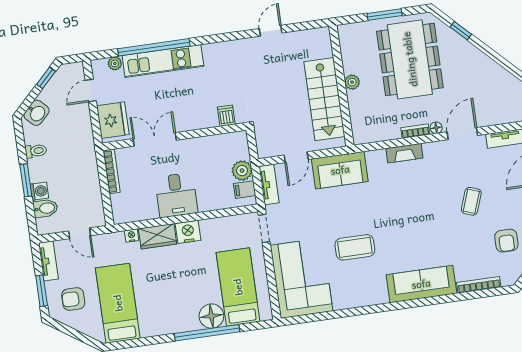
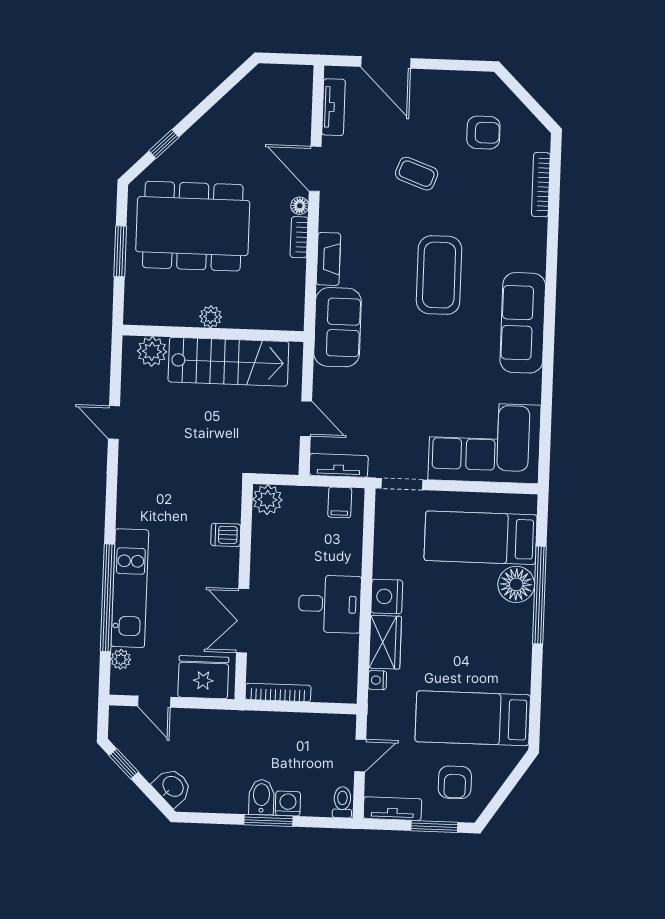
plant: (322, 47) -> (152, 351), added
dishwasher: (226, 116) -> (226, 535), moved
toilet: (36, 151) -> (342, 802), moved
sofa: (340, 170) -> (337, 327), moved
plant: (242, 171) -> (267, 500), moved
bidet: (45, 208) -> (261, 797), moved
coffee table: (355, 247) -> (439, 275), moved, width x1.36, depth x1.32
sofa: (421, 284) -> (523, 323), moved

